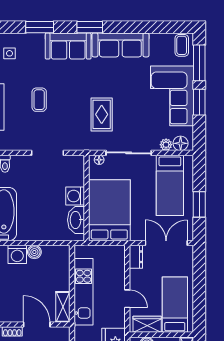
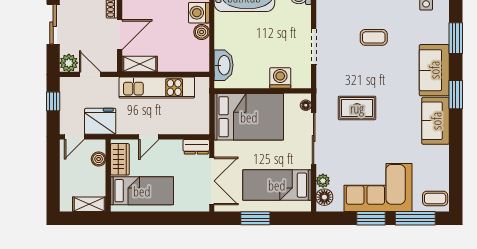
sofa: (120, 45) -> (436, 121), width x0.73
washing machine: (75, 196) -> (280, 78), moved
washbasin: (76, 220) -> (224, 65), moved, turned 90

